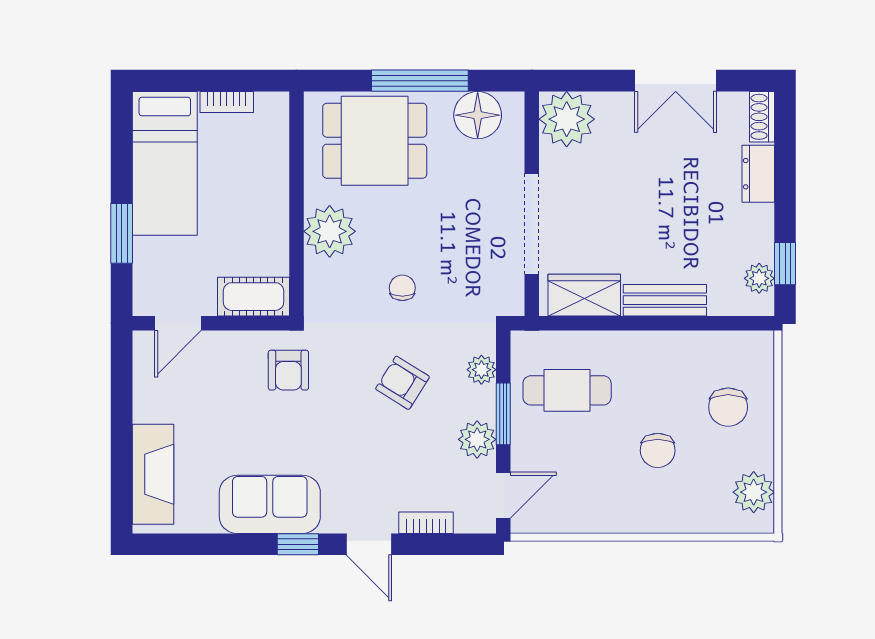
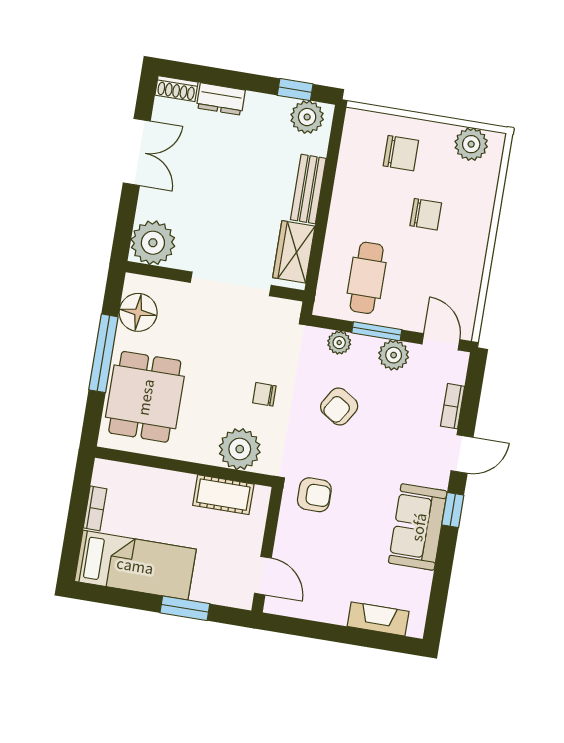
plant: (330, 231) -> (240, 449), moved
plant: (759, 278) -> (307, 117), width x1.38, depth x1.38
cot: (253, 297) -> (223, 495), moved, turned 90
fireplace: (153, 474) -> (378, 619), width x0.73, depth x0.76

